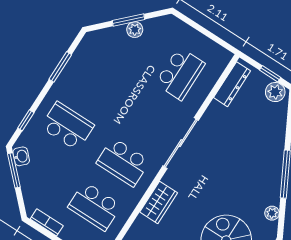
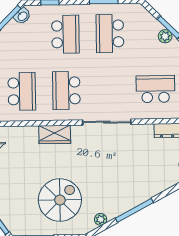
school desk: (180, 74) -> (155, 89), turned 180
school desk: (96, 82) -> (110, 34), added
school desk: (95, 206) -> (22, 91), turned 180

